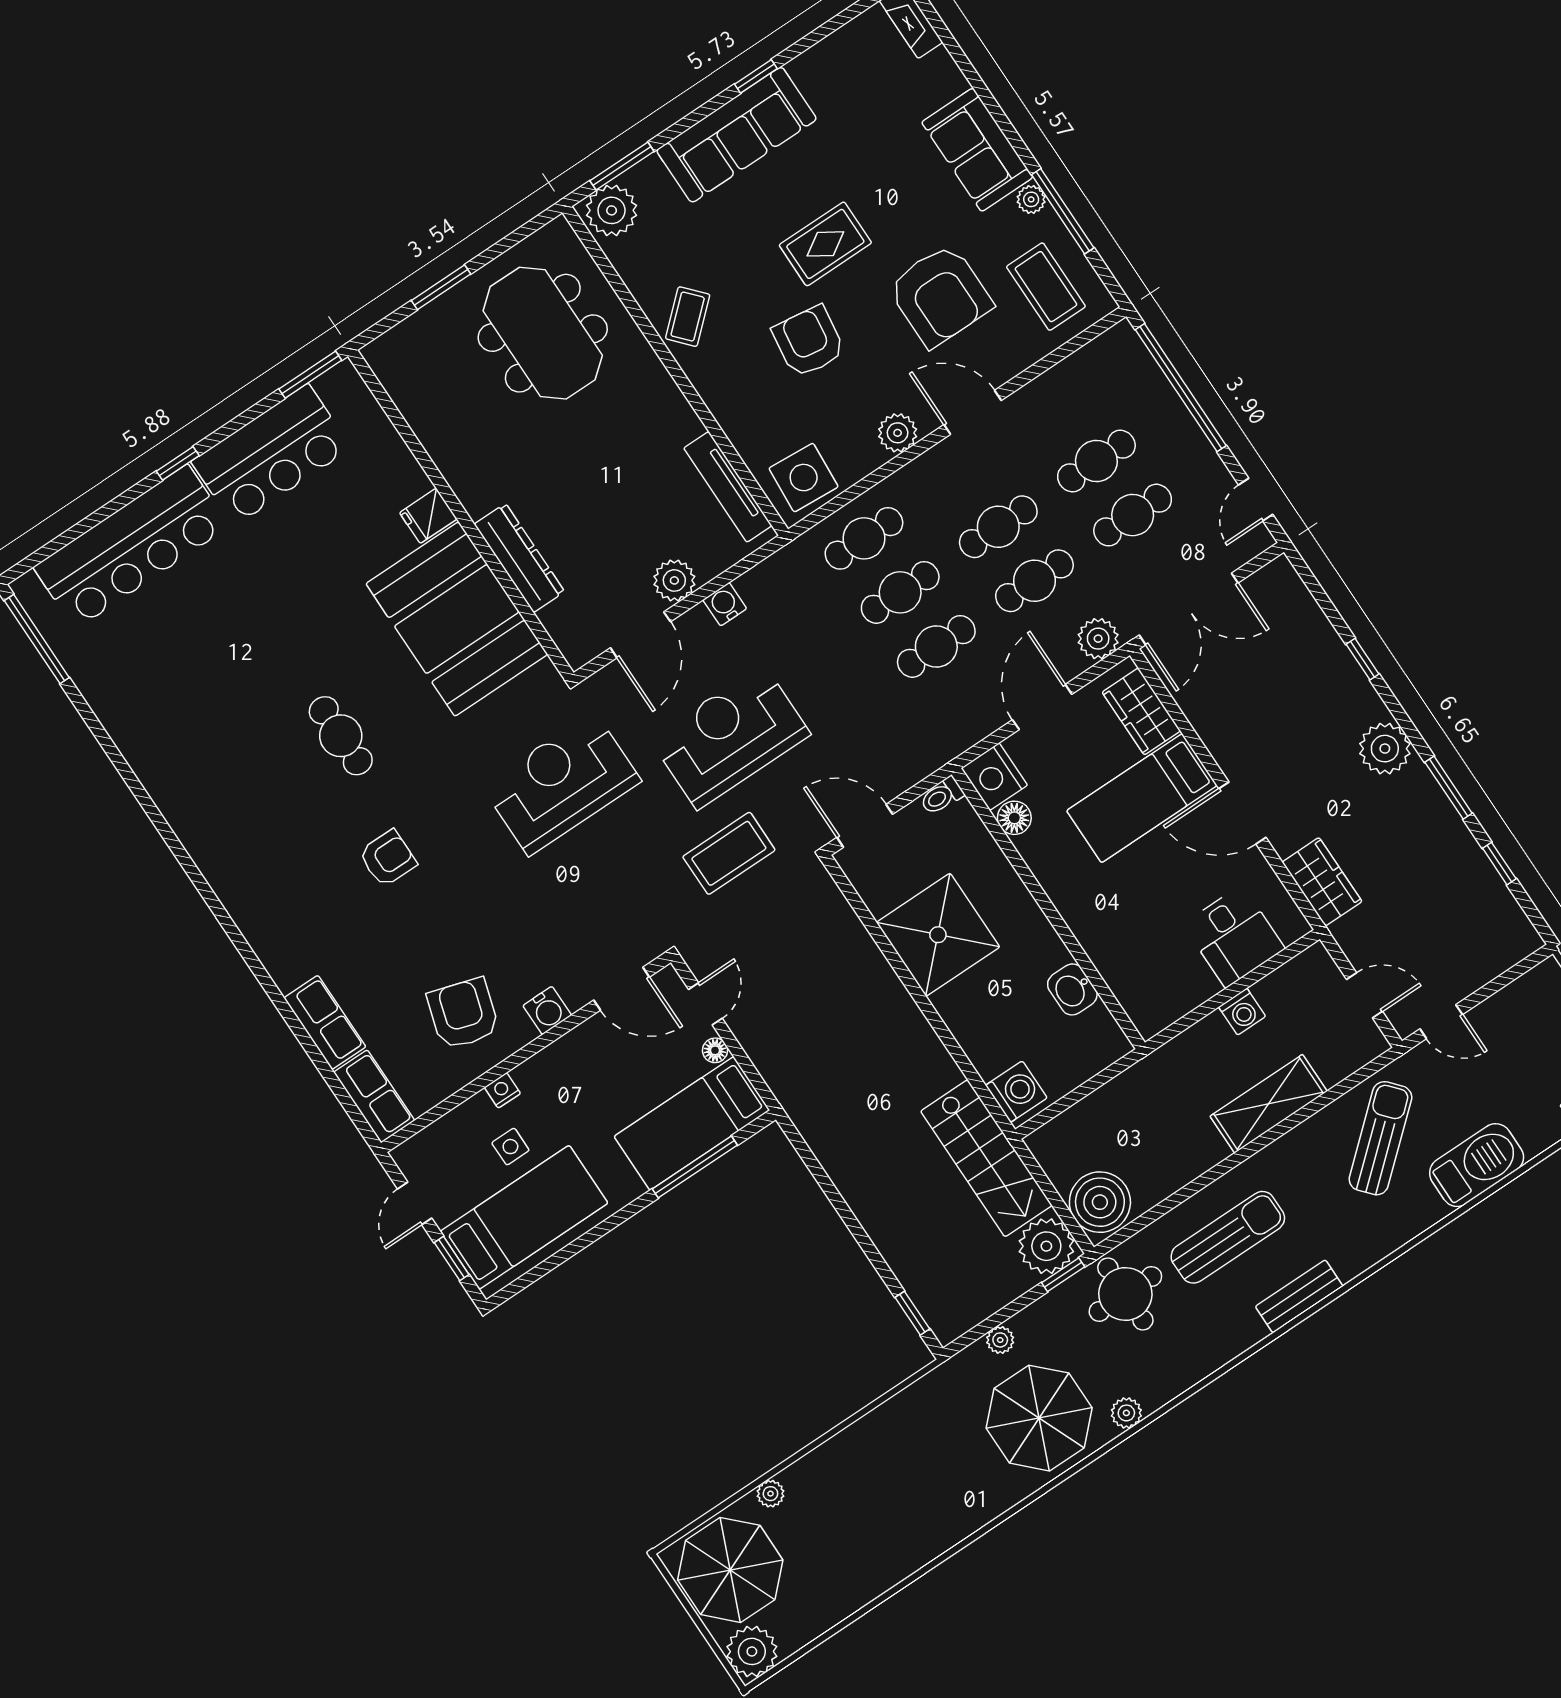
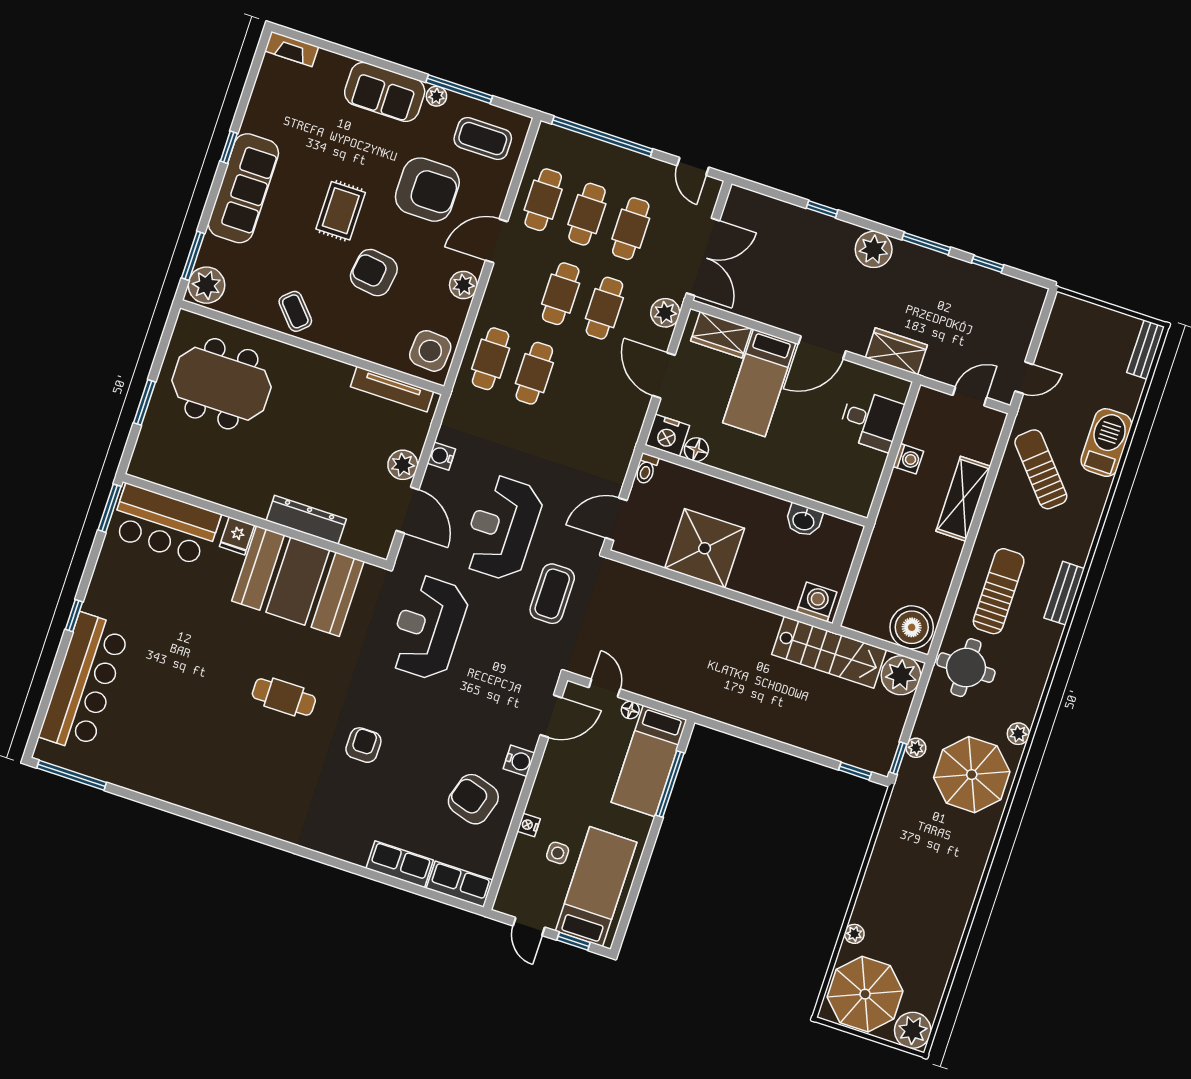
bar counter: (271, 455) -> (165, 525), moved, turned 90
cafe table: (936, 646) -> (543, 200), moved
window: (1063, 1275) -> (898, 758), moved

